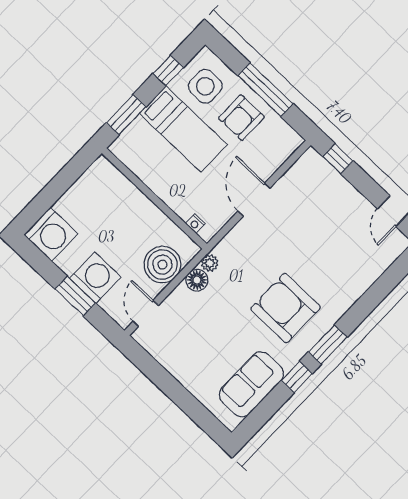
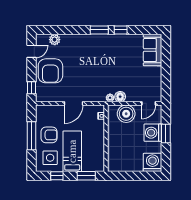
plant: (378, 263) -> (55, 40), added
armchair: (286, 308) -> (50, 71), moved
sofa: (251, 384) -> (153, 50), moved, turned 90

